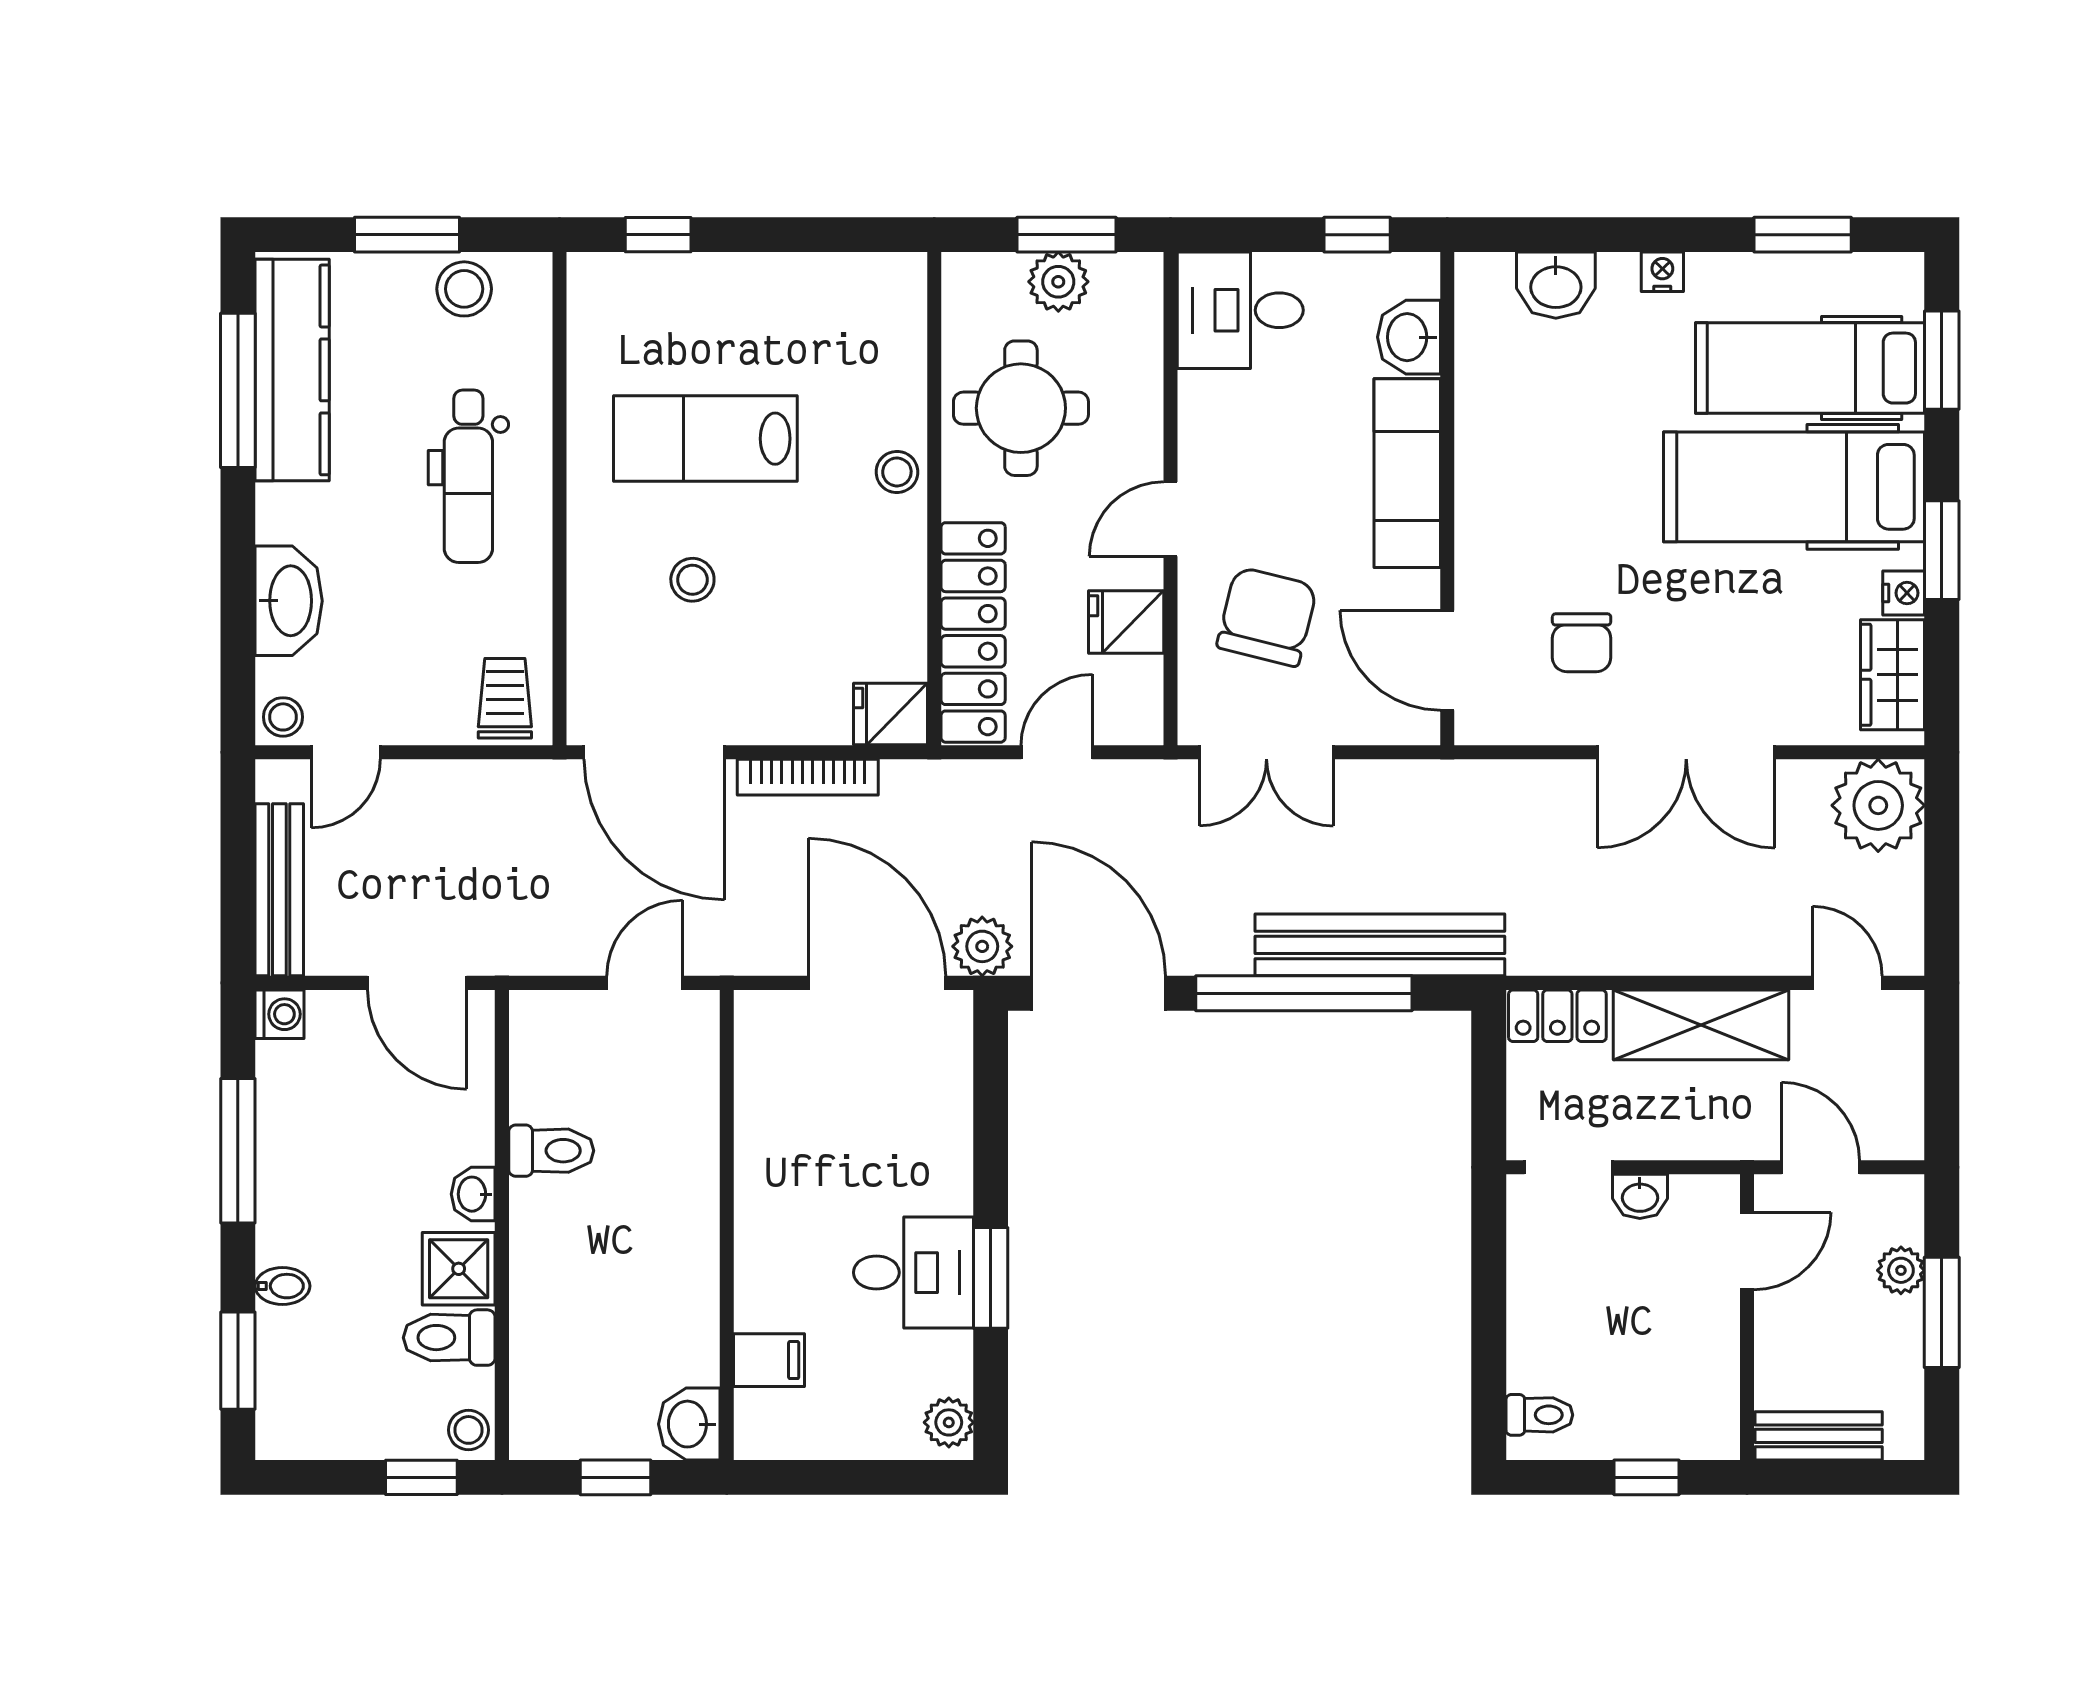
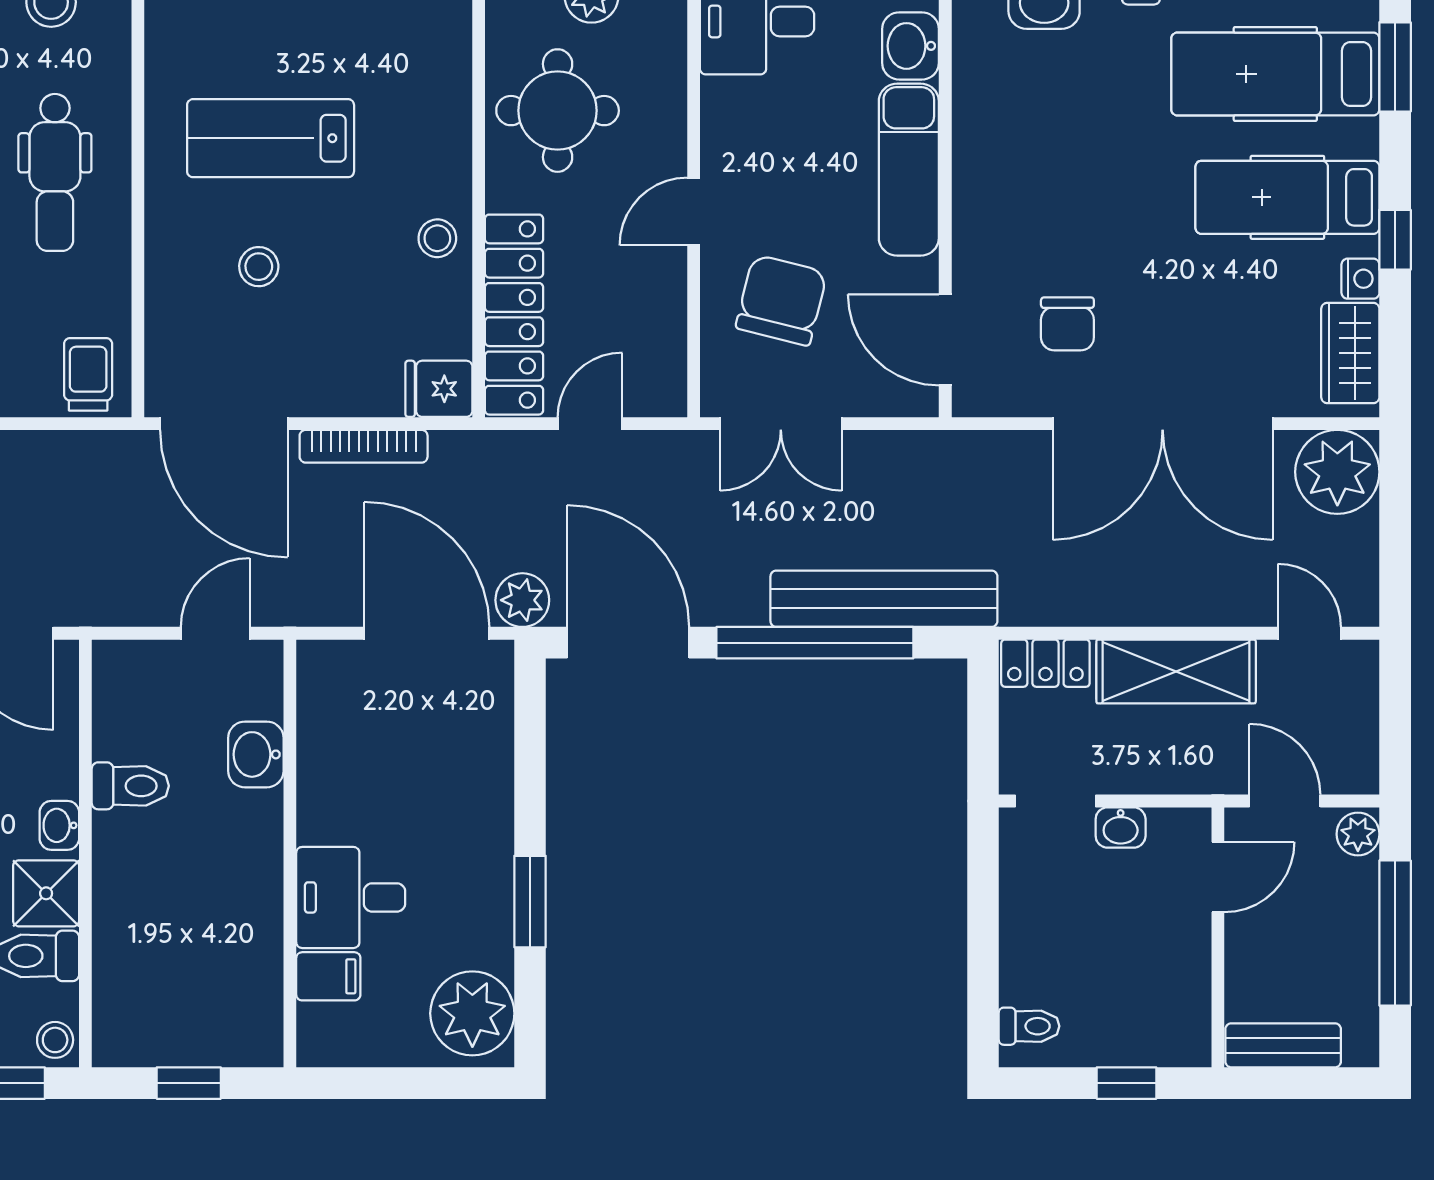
stool: (897, 472) -> (437, 238), moved
hospital bed: (1794, 487) -> (1287, 197), width x0.73, depth x0.78
window: (1942, 550) -> (1395, 240), width x0.67
fridge: (1126, 622) -> (653, 305), removed
double door: (1686, 752) -> (1163, 424), width x1.36
plant: (1901, 1270) -> (1358, 834), moved
desk: (913, 1273) -> (351, 897), moved, turned 180
window: (1942, 1312) -> (1395, 933), width x1.44
plant: (949, 1422) -> (472, 1013), width x1.87, depth x1.87
washbasin: (689, 1424) -> (256, 754), moved

